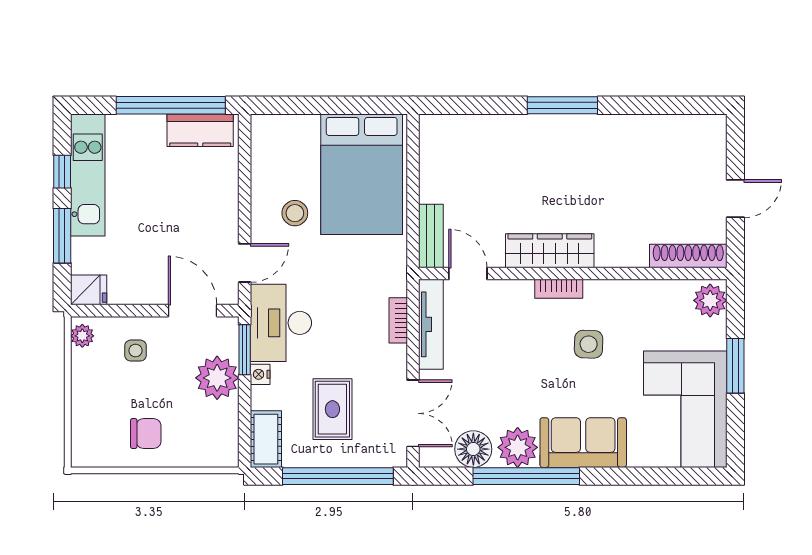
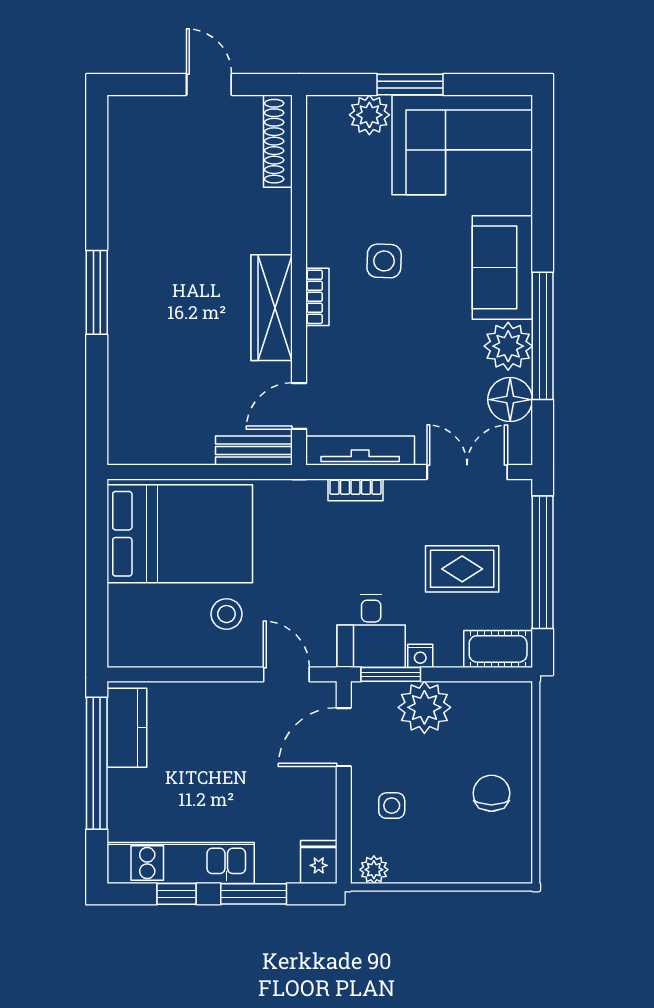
plant: (710, 300) -> (369, 115), moved
desk: (281, 323) -> (371, 631), width x0.73

